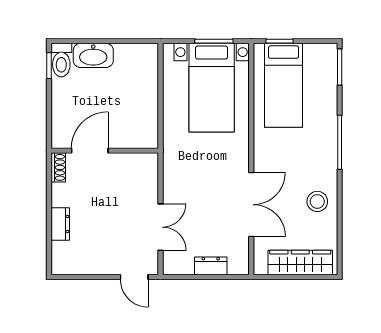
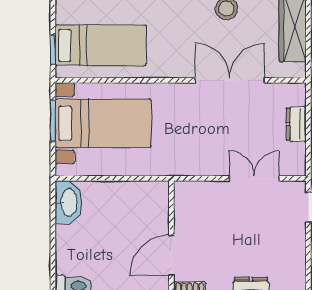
washbasin: (93, 55) -> (68, 202), moved
door: (90, 151) -> (171, 255), hinge flipped

